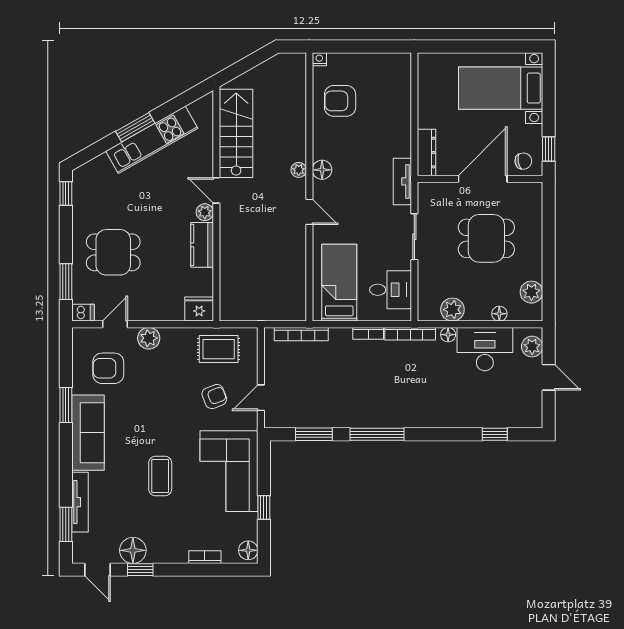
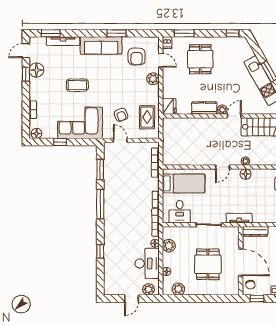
armchair: (108, 368) -> (137, 57), turned 180
window: (495, 434) -> (100, 251), moved

